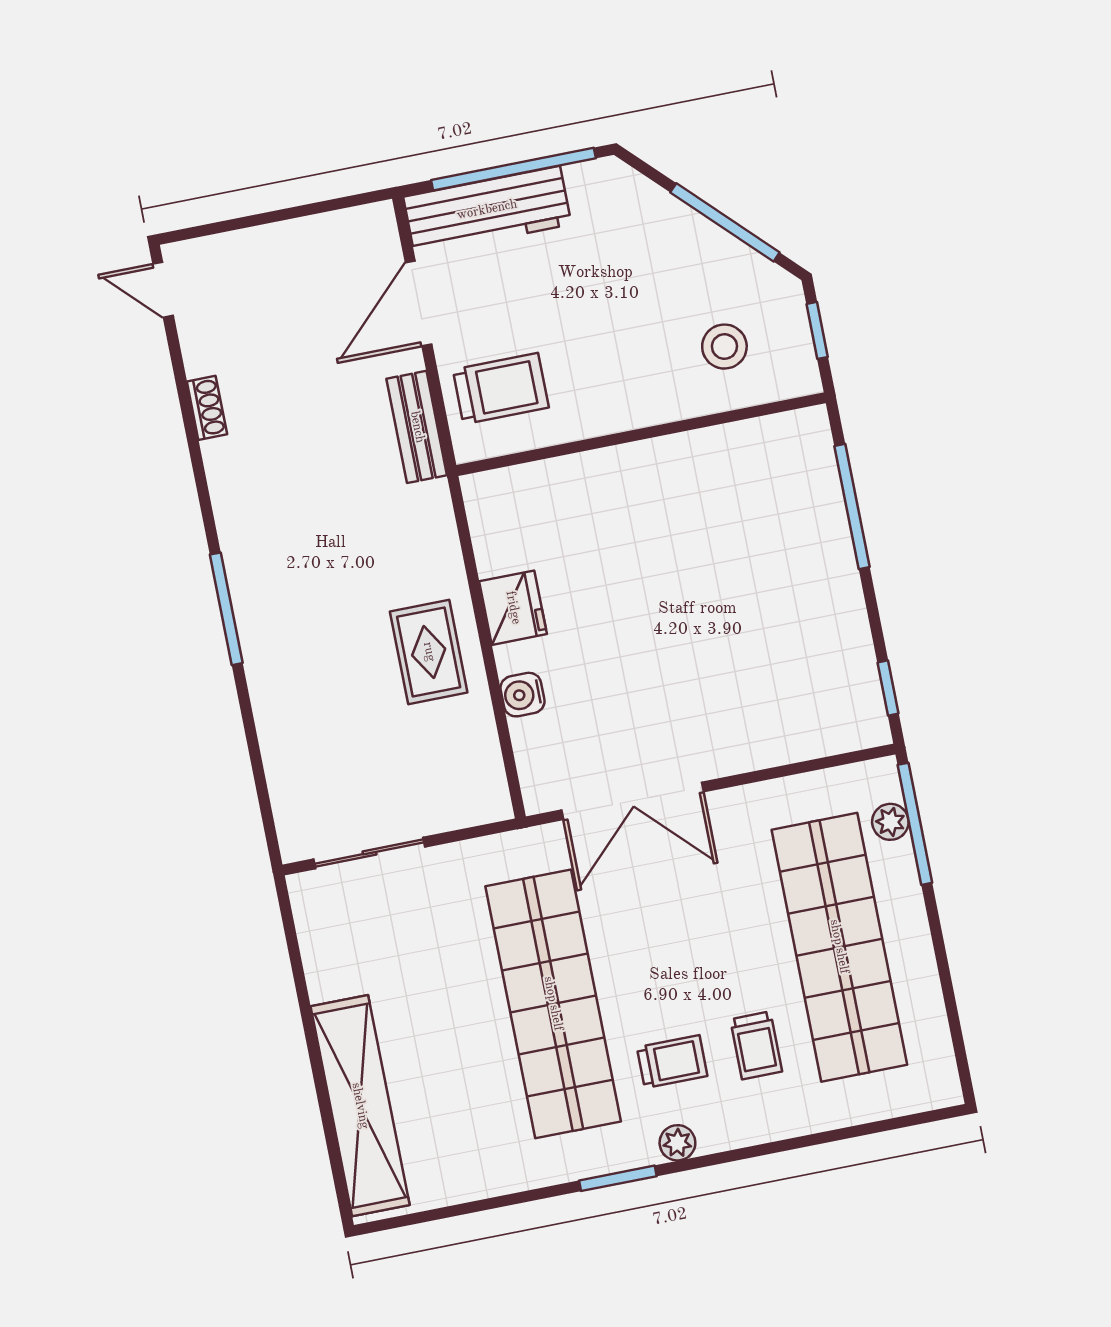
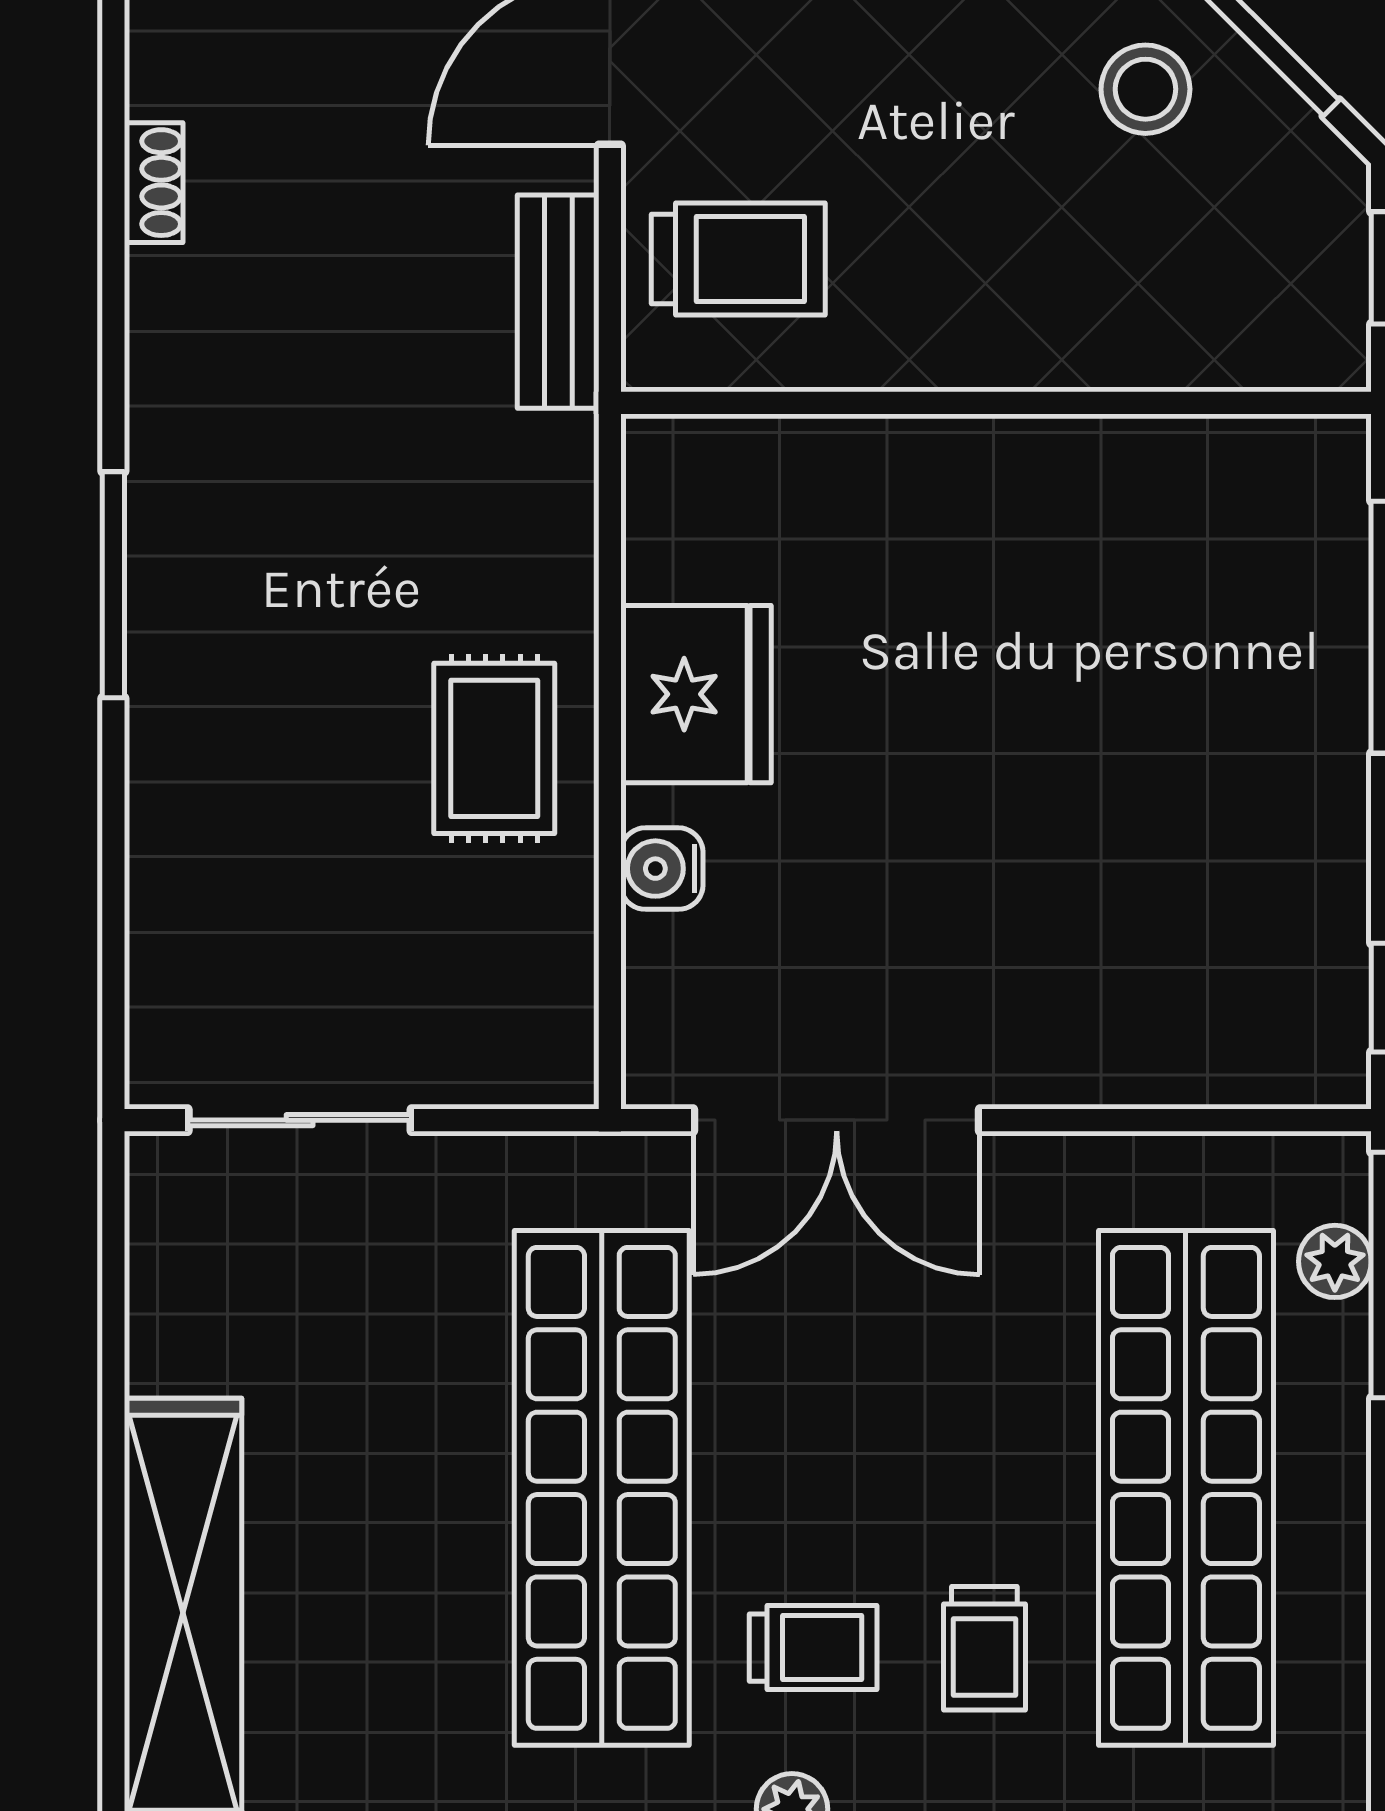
stool: (724, 347) -> (1145, 89), moved
fridge: (513, 608) -> (696, 694), width x1.36, depth x1.34

